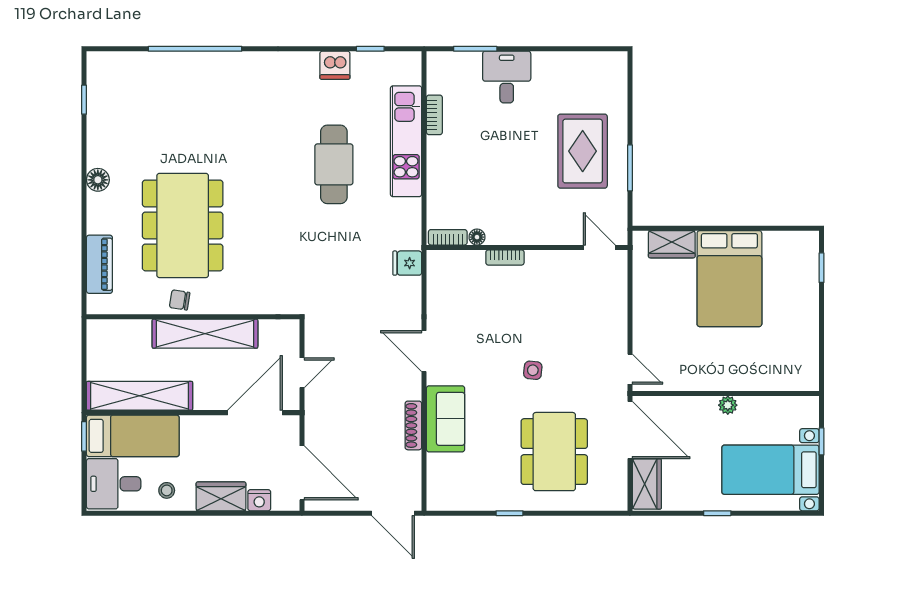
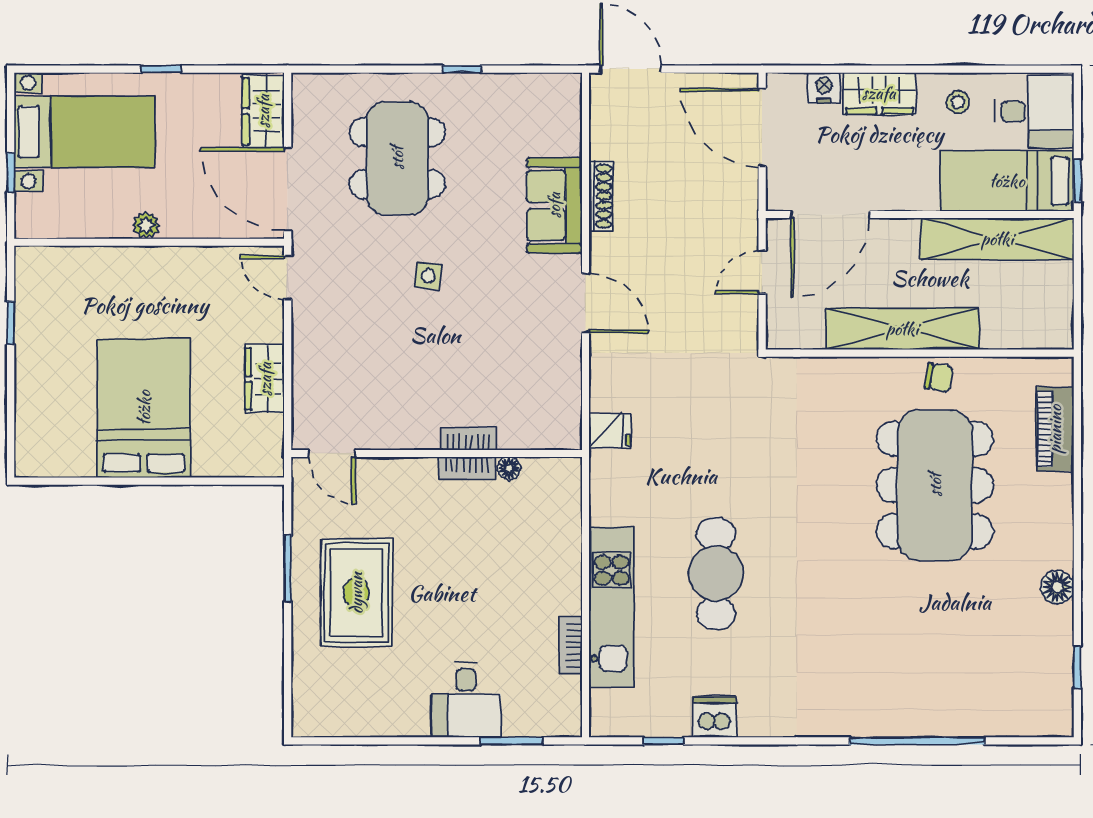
floor lamp: (98, 180) -> (1057, 587), moved
bookcase: (448, 237) -> (467, 468), moved
wardrobe: (672, 244) -> (265, 379), moved, turned -90
window: (822, 268) -> (11, 323), moved

